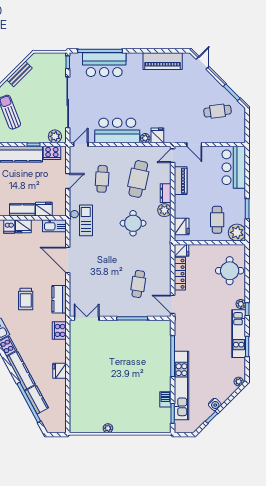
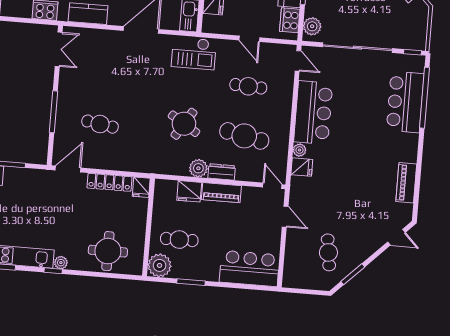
piano: (163, 61) -> (406, 183), width x0.73, depth x0.75
door: (194, 145) -> (285, 217), swing flipped
piano: (181, 181) -> (221, 193), moved
round table: (133, 223) -> (184, 124), turned 32
fridge: (182, 227) -> (189, 191), moved

